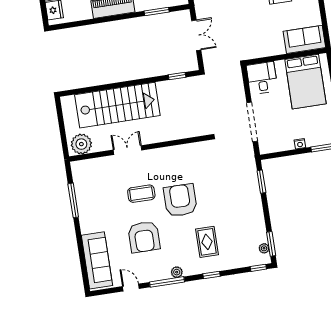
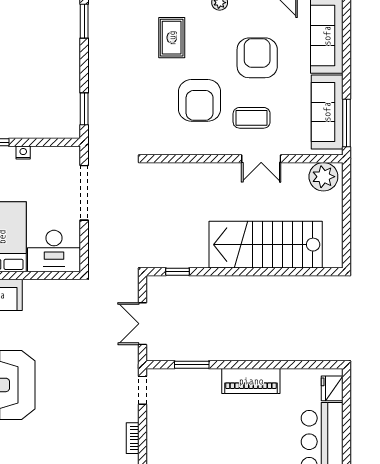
desk: (262, 78) -> (54, 251), width x1.37
plant: (81, 144) -> (323, 177), moved
wall: (139, 148) -> (244, 159), moved
double door: (128, 150) -> (261, 159), moved
sofa: (88, 206) -> (327, 112), added
plant: (264, 248) -> (95, 17), removed

